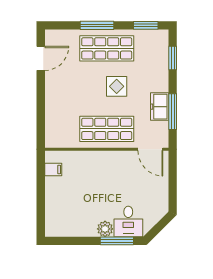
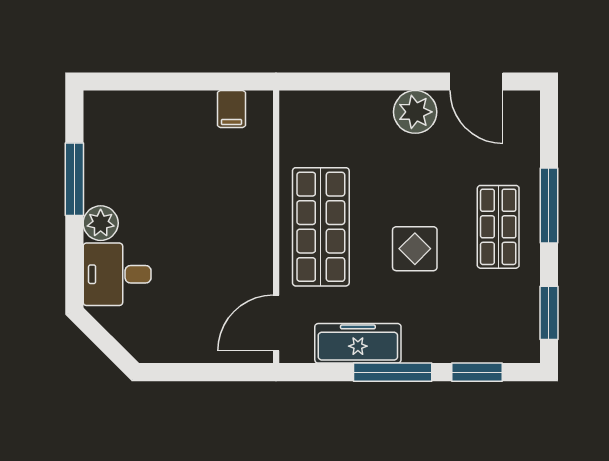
shop shelf: (107, 48) -> (498, 227), width x0.70, depth x0.74
plant: (55, 86) -> (415, 112), added
freezer: (160, 107) -> (358, 343), width x1.40
window: (173, 112) -> (393, 372), moved
window: (117, 241) -> (74, 179), moved

